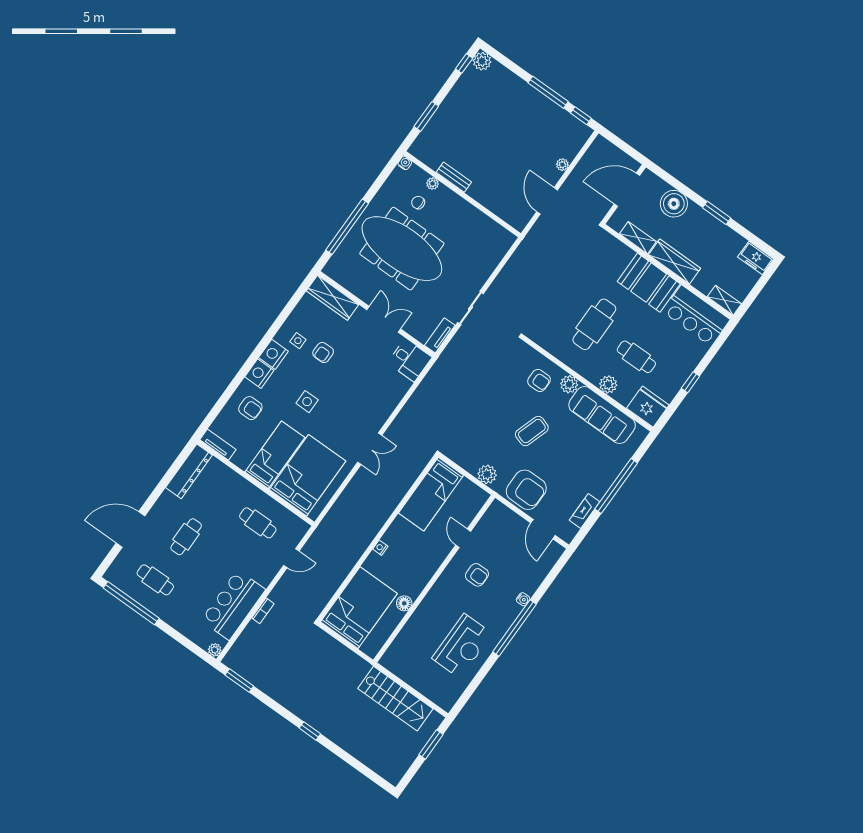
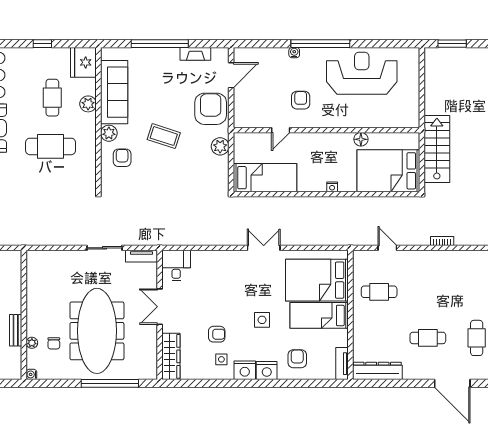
cafe table: (258, 523) -> (379, 292), turned 90
bar counter: (233, 605) -> (454, 266), removed
reception desk: (462, 646) -> (362, 73), width x1.36, depth x1.30
stairs: (395, 699) -> (437, 149), moved

